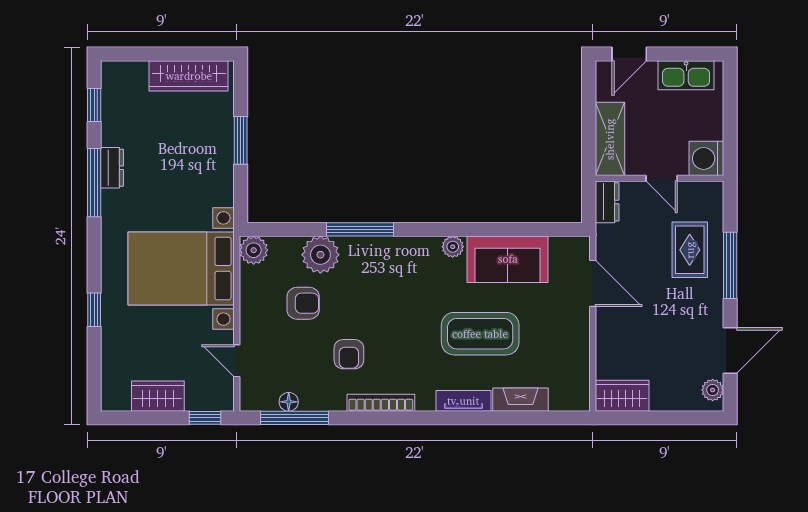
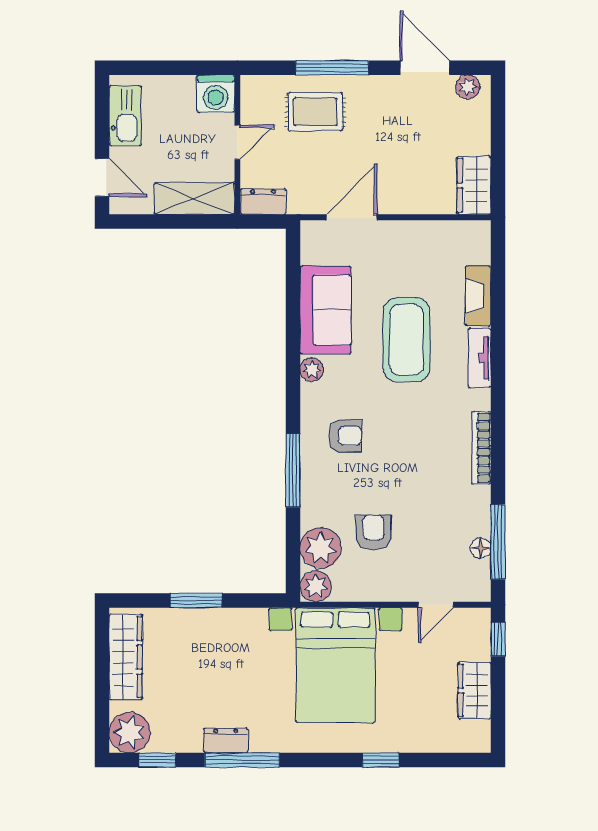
plant: (119, 79) -> (130, 732), added
plant: (320, 255) -> (320, 548), moved
armchair: (349, 354) -> (345, 436), moved

